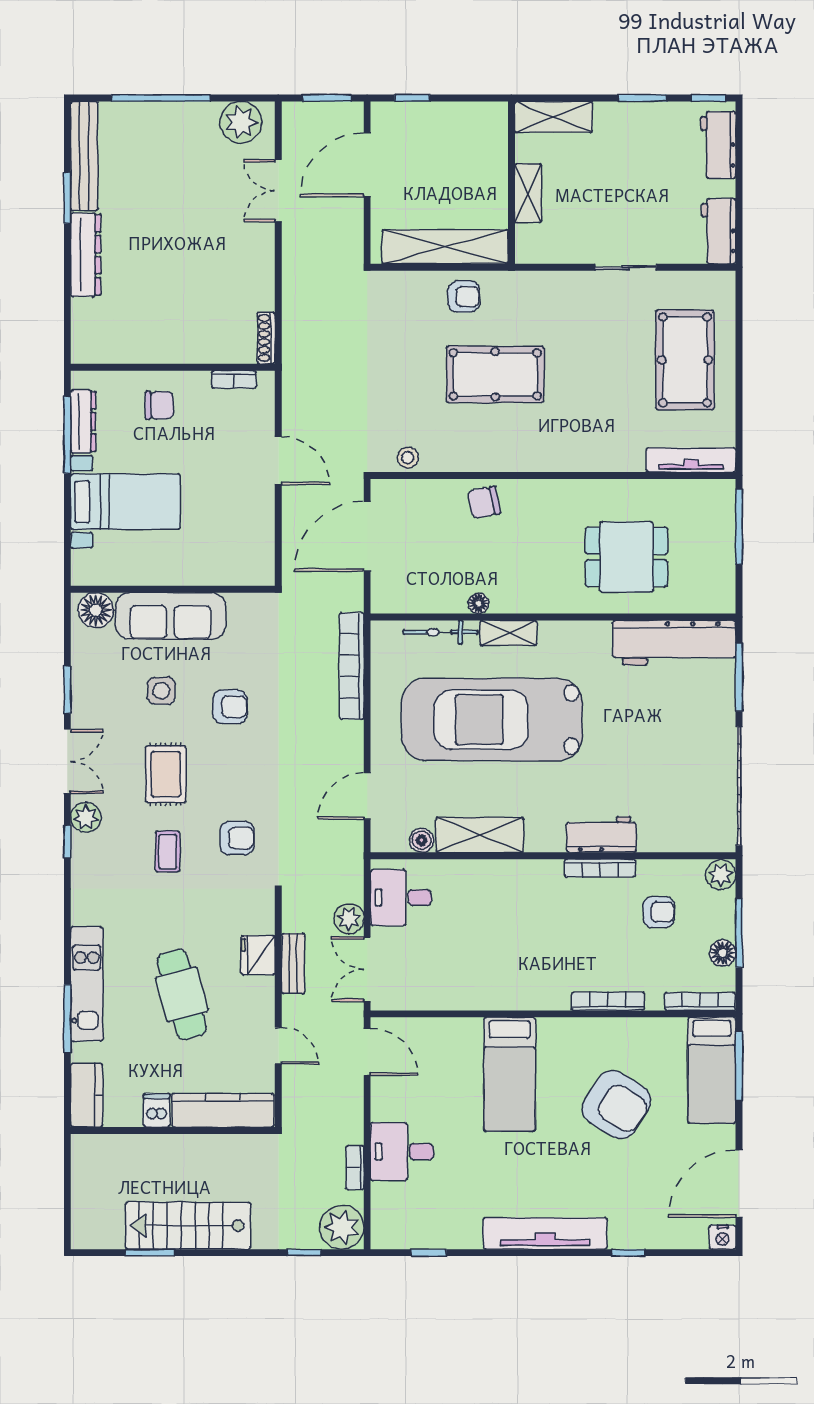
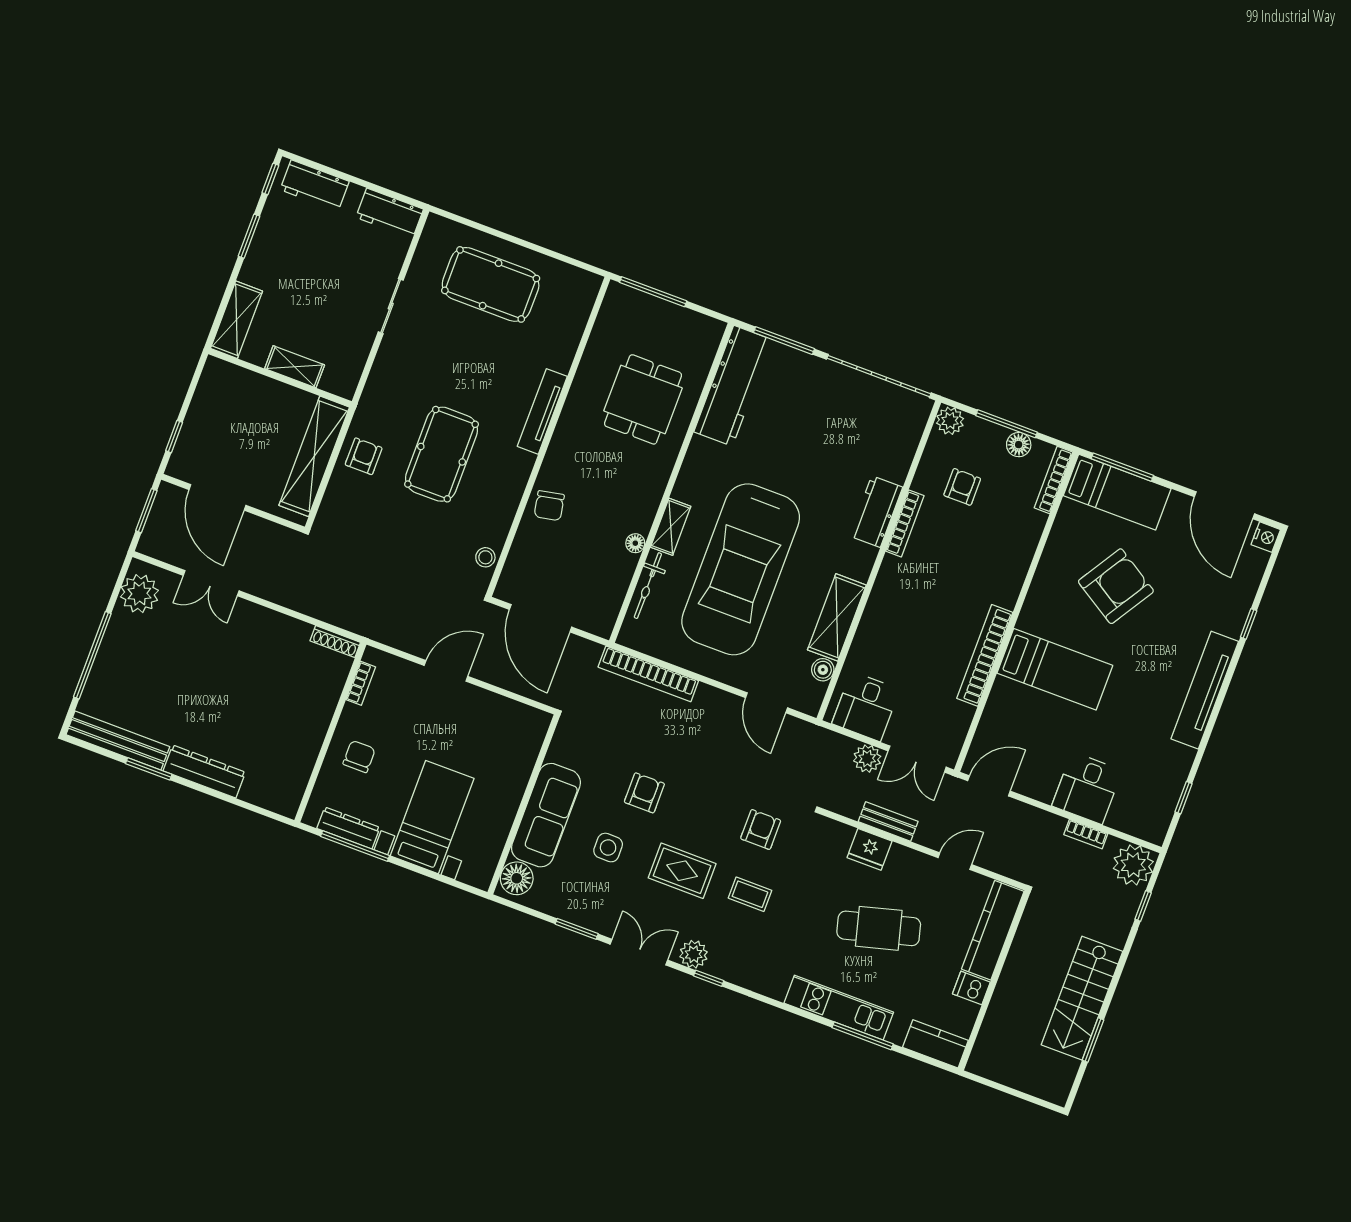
tv unit: (691, 460) -> (542, 411), moved
bookcase: (608, 1001) -> (985, 655), moved, width x1.48, depth x1.31

